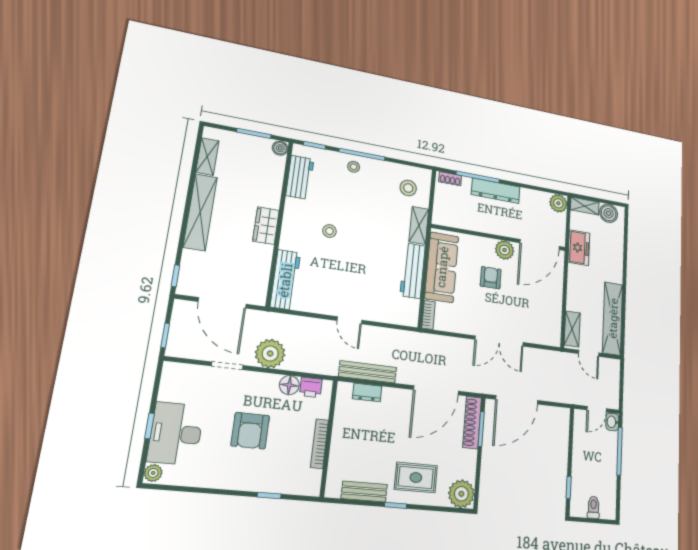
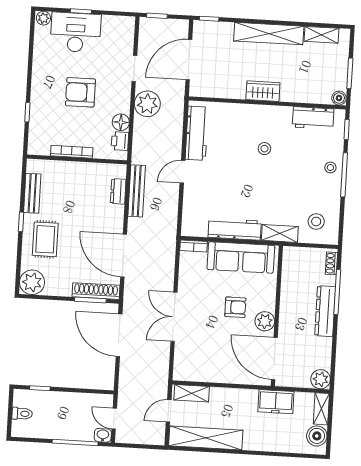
workbench: (285, 280) -> (197, 133), moved, turned -90

